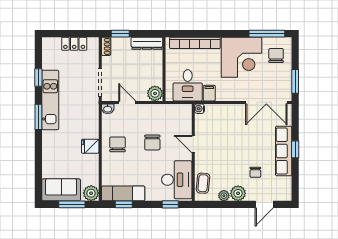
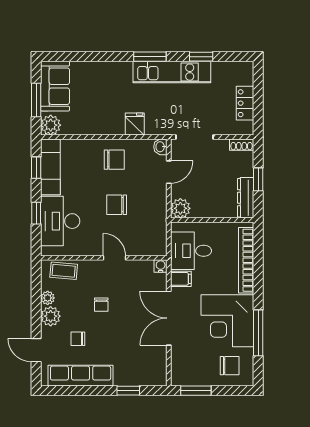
window: (120, 34) -> (258, 179), moved
window: (267, 34) -> (258, 333), moved
double door: (266, 102) -> (169, 318), moved
door: (193, 144) -> (114, 258), hinge flipped
fridge: (90, 146) -> (135, 124), moved
window: (295, 149) -> (128, 391), moved
row of seats: (284, 151) -> (81, 376), moved
chair: (229, 154) -> (101, 305), added
desk: (177, 180) -> (60, 221), moved, turned 90
window: (170, 204) -> (36, 213), moved

